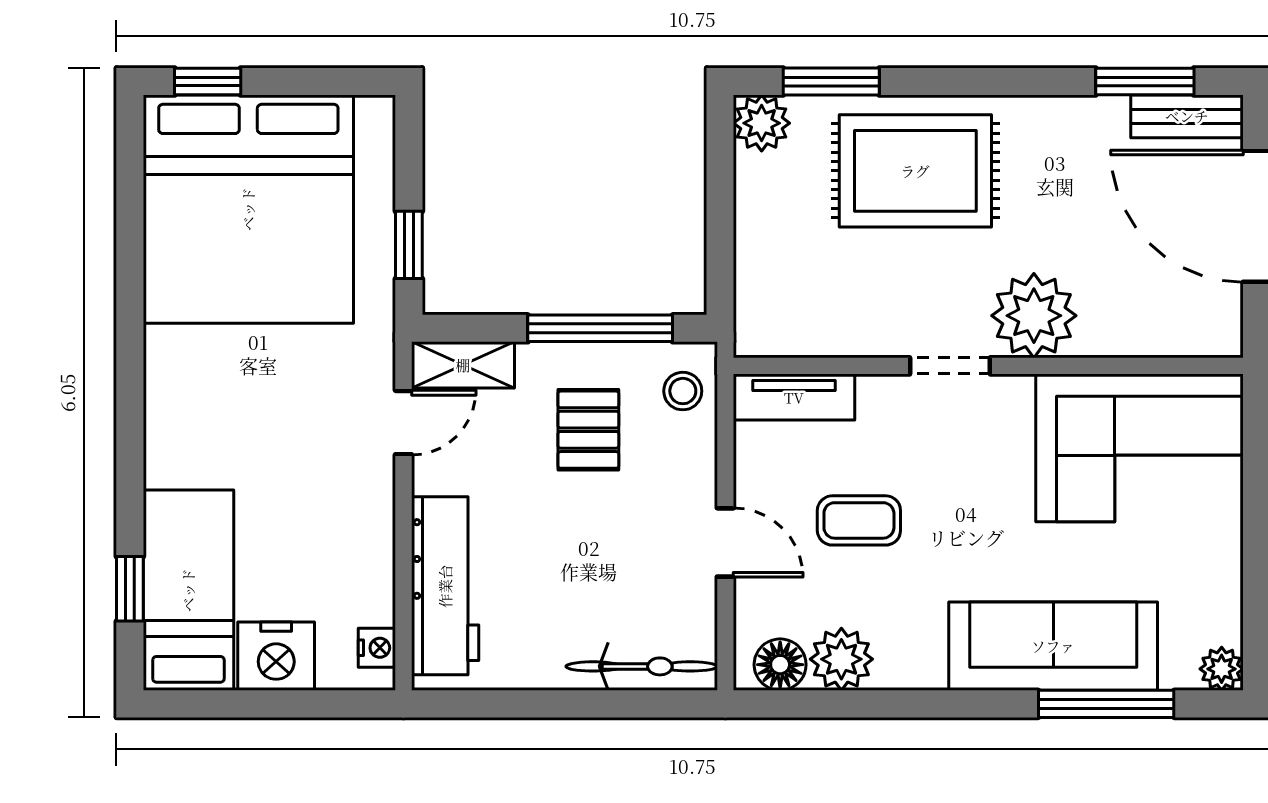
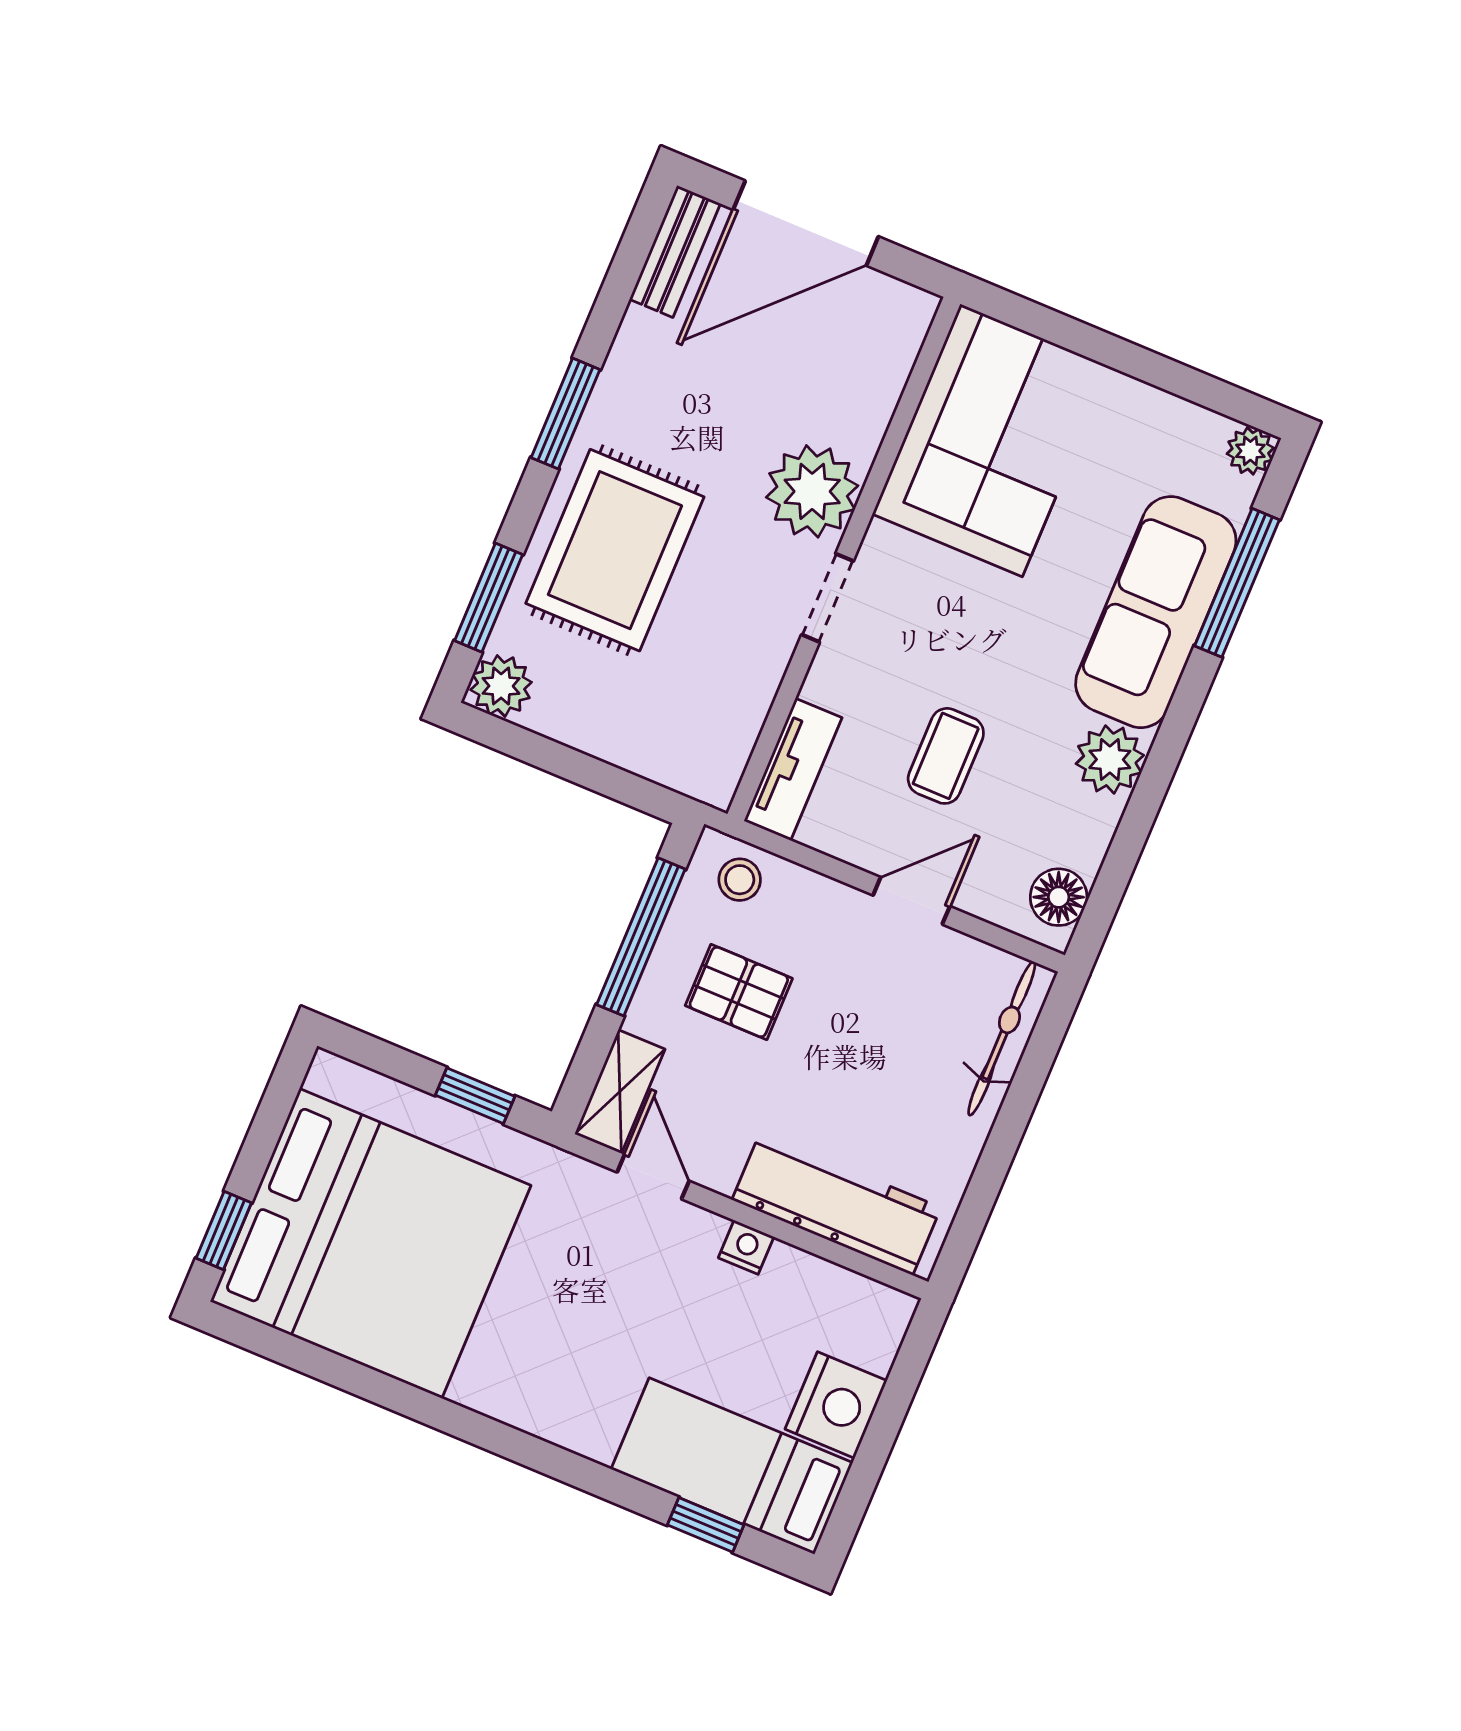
window: (1145, 81) -> (566, 414), moved
nightstand: (377, 648) -> (746, 1247), moved
plant: (841, 659) -> (1110, 759), moved

